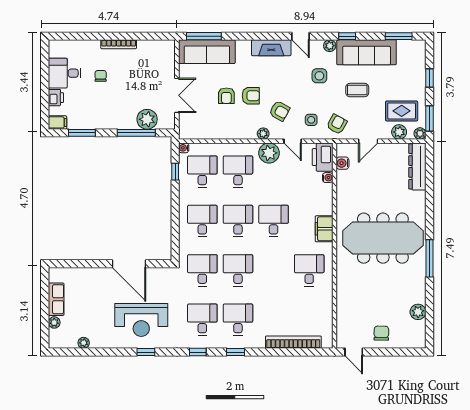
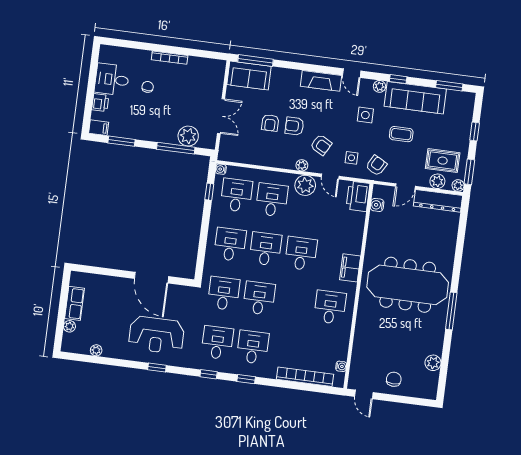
sofa: (207, 52) -> (249, 75), width x0.73
armchair: (251, 96) -> (294, 126), turned 180
dresser: (417, 166) -> (438, 201), moved, turned -90
water cooler: (328, 178) -> (341, 366), moved

